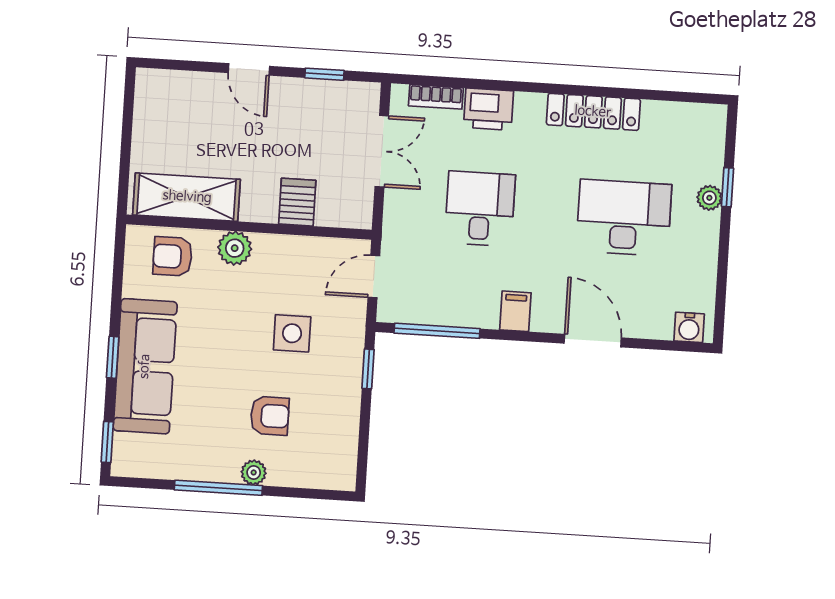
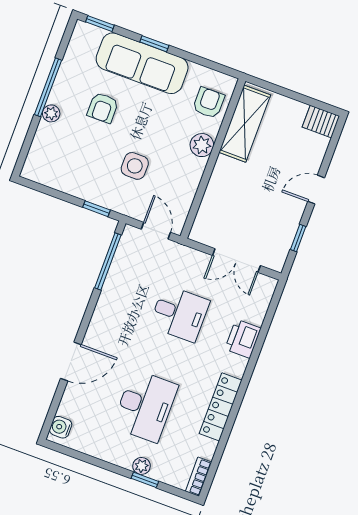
bookcase: (436, 97) -> (199, 477), moved
server rack: (297, 202) -> (321, 122), moved, turned 180
filing cabinet: (515, 311) -> (105, 317), removed
armchair: (270, 416) -> (103, 108), moved

